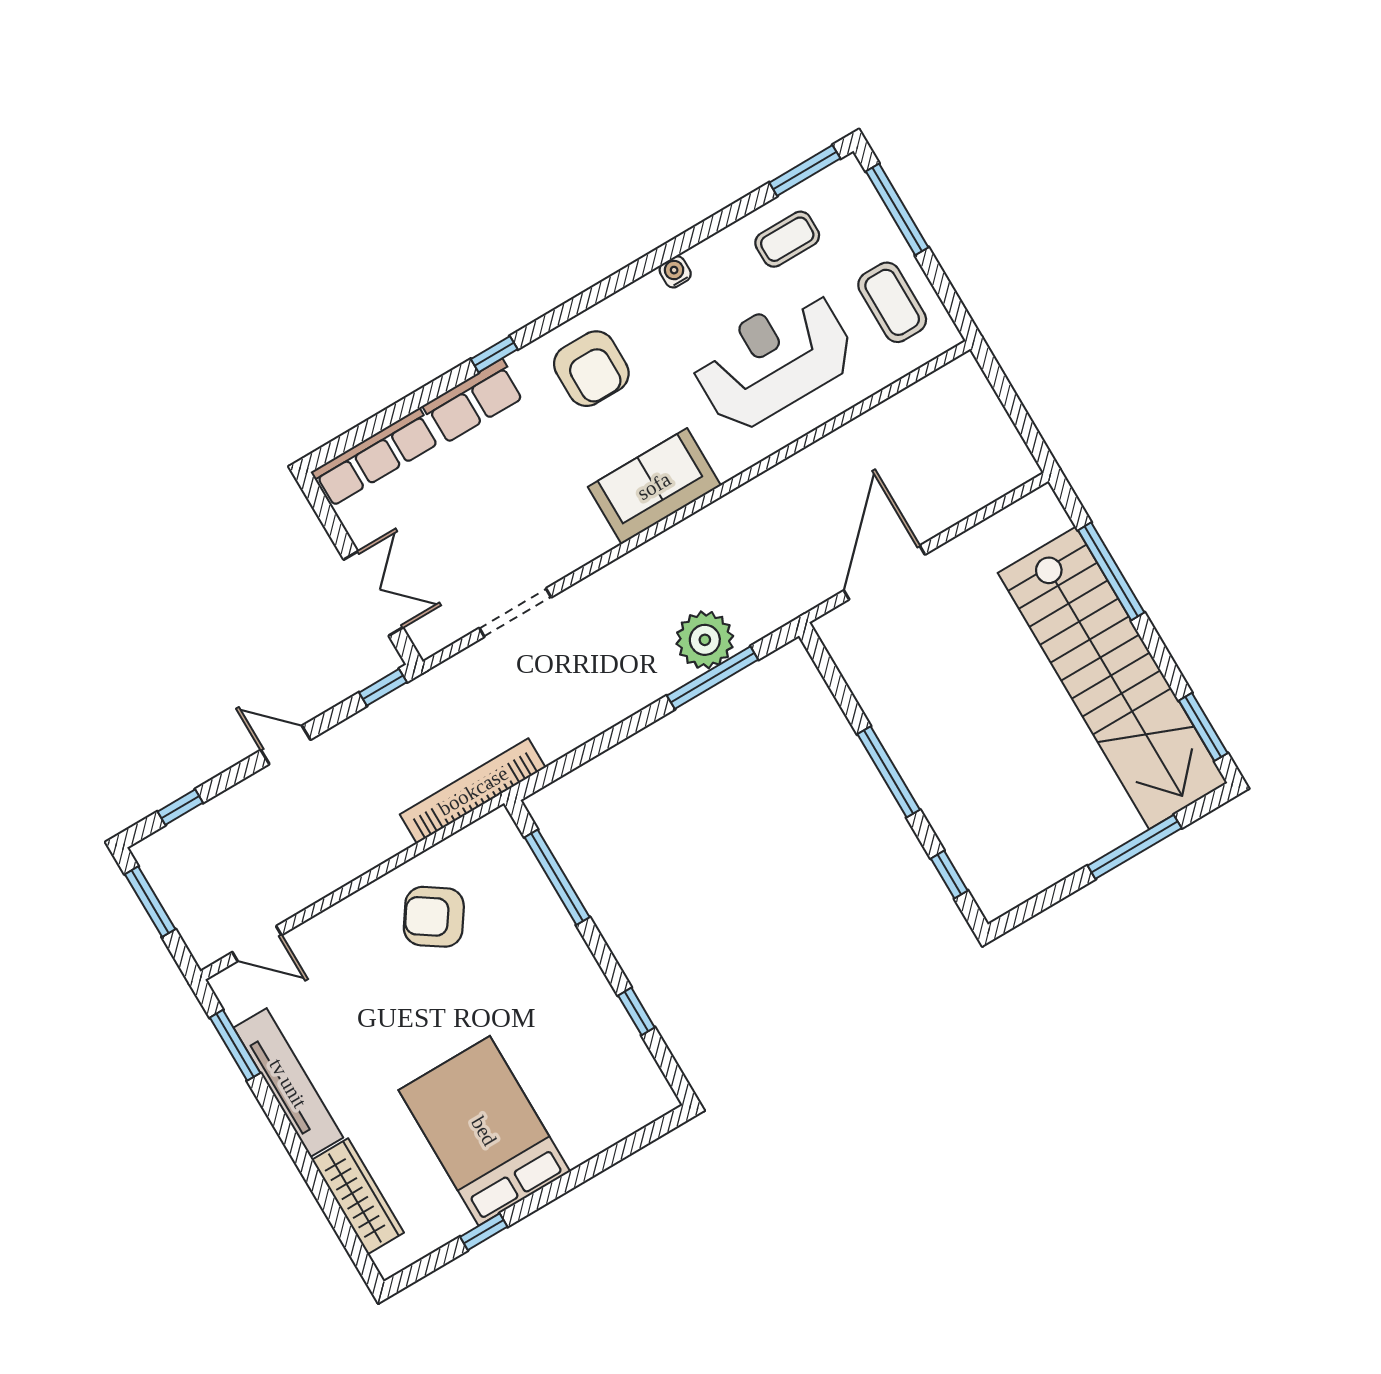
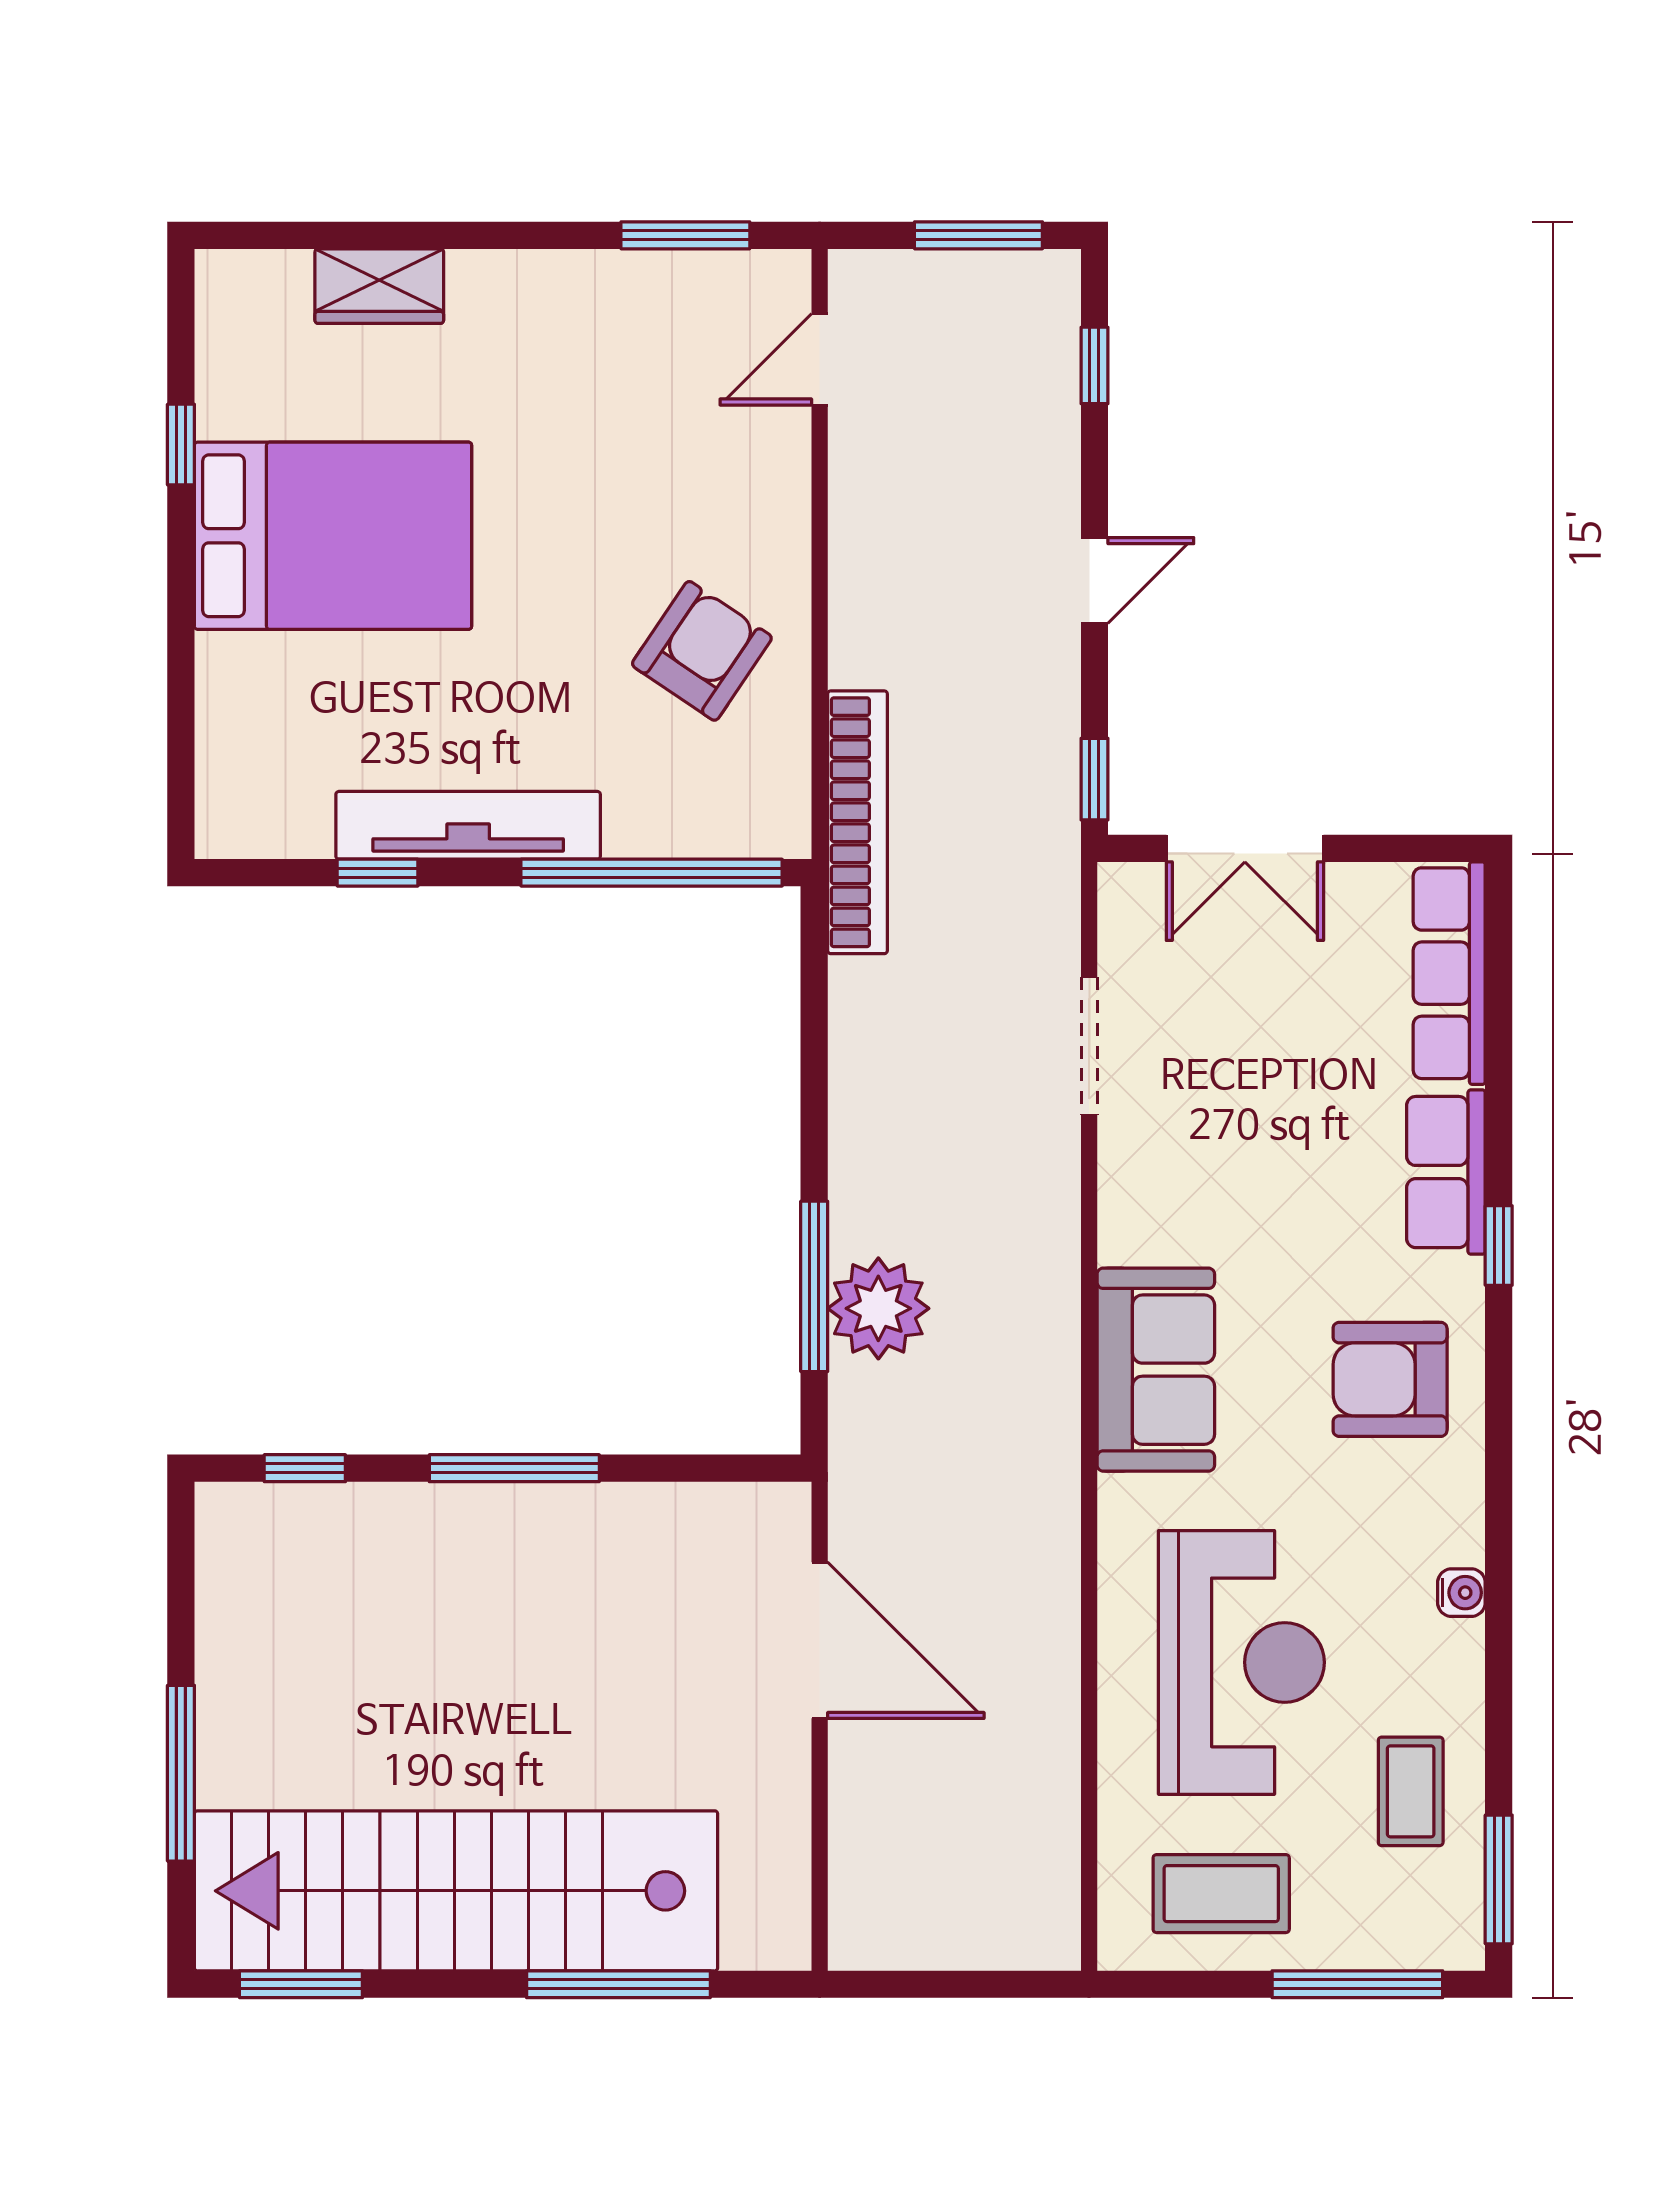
window: (557, 877) -> (652, 873), width x1.46
tv unit: (288, 1083) -> (468, 825), moved, turned 180
wardrobe: (358, 1196) -> (379, 286), width x0.67

